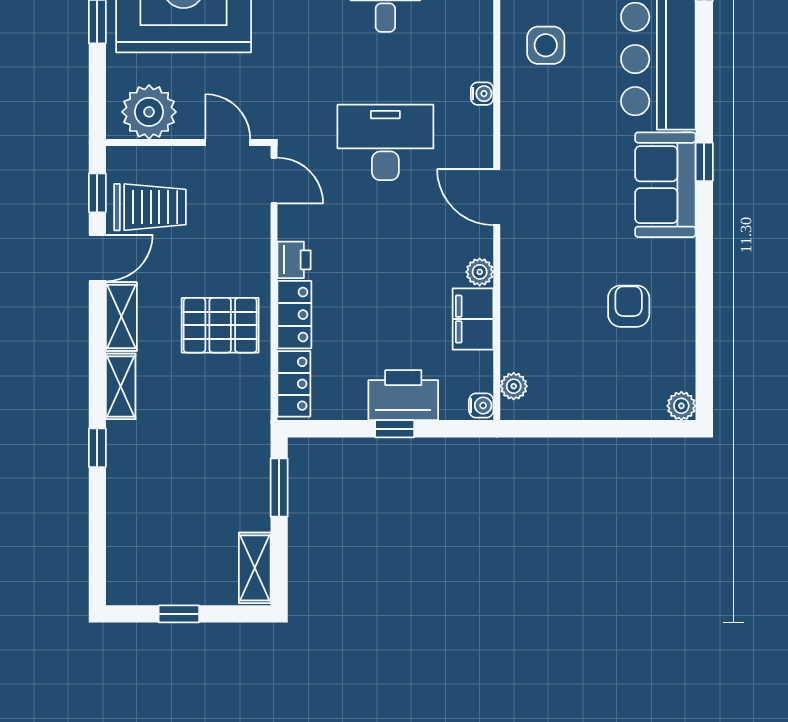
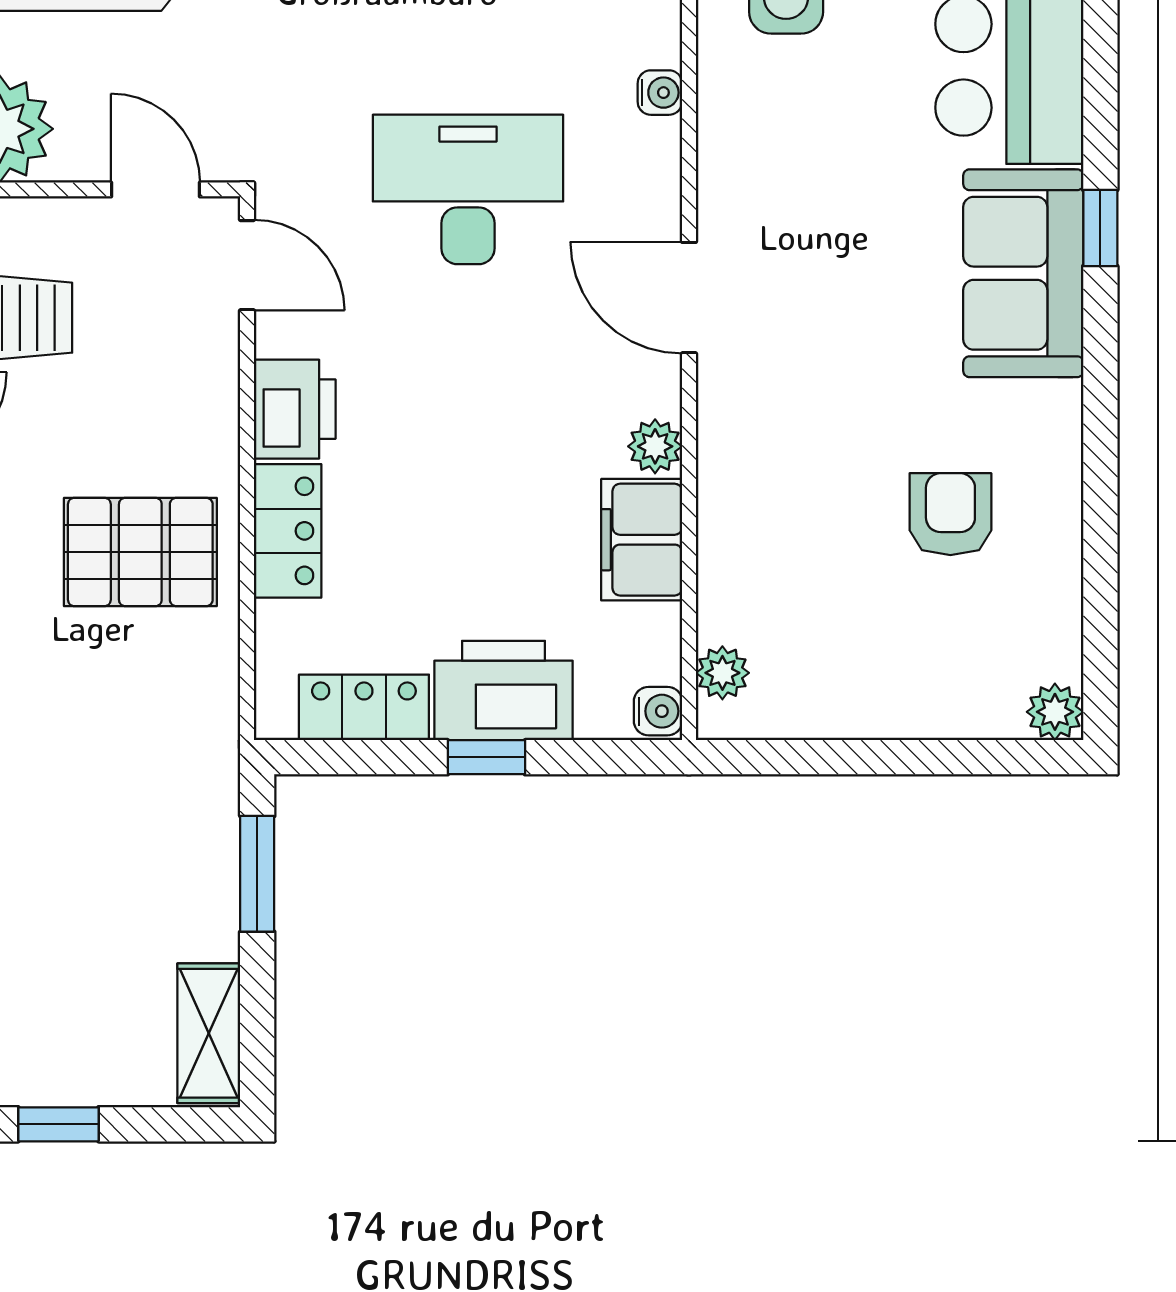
printer: (294, 260) -> (295, 409), width x1.36, depth x1.24
locker: (294, 384) -> (364, 707), moved, turned -90

